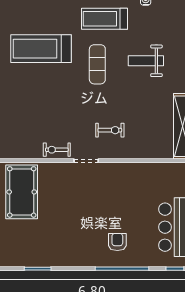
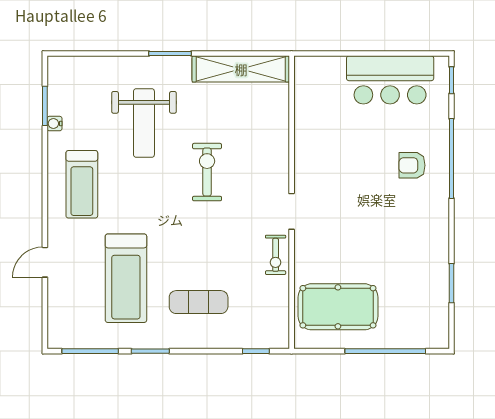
weight bench: (146, 61) -> (144, 123), width x1.36, depth x1.33
exercise mat: (97, 64) -> (199, 302), moved
exercise bike: (110, 130) -> (207, 172), moved, width x1.38, depth x1.39

